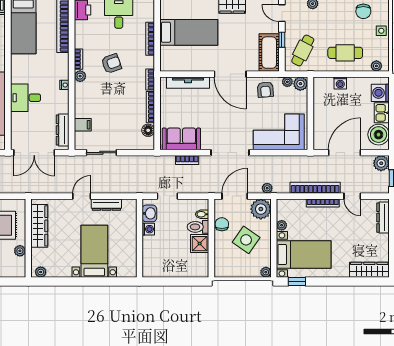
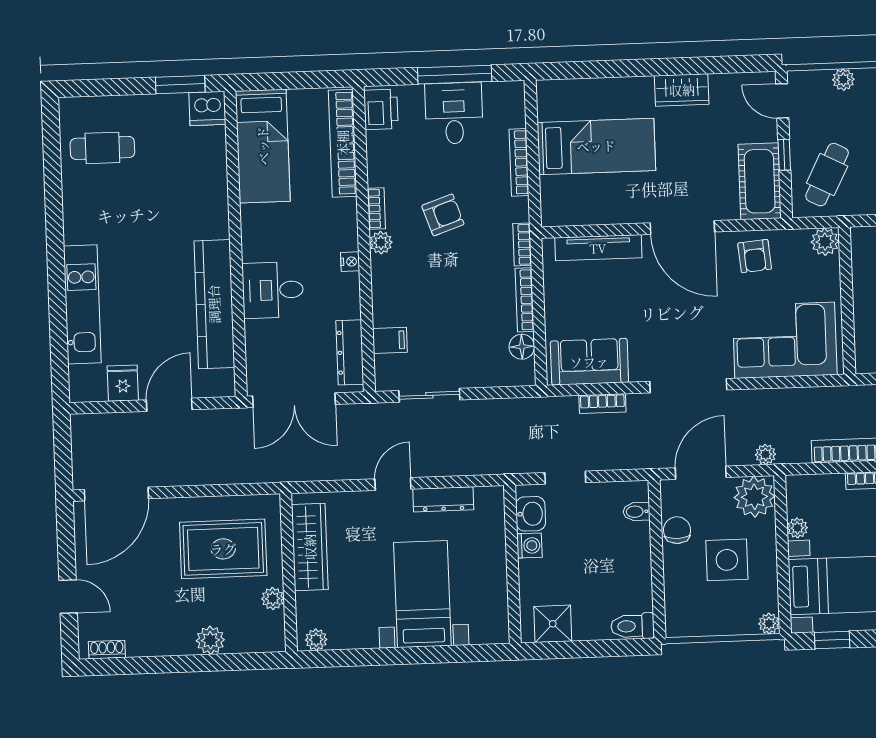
plant: (287, 82) -> (798, 239), removed
toilet: (198, 227) -> (633, 626), moved
side table: (246, 240) -> (727, 560), turned -35
shower: (200, 244) -> (553, 624), moved

